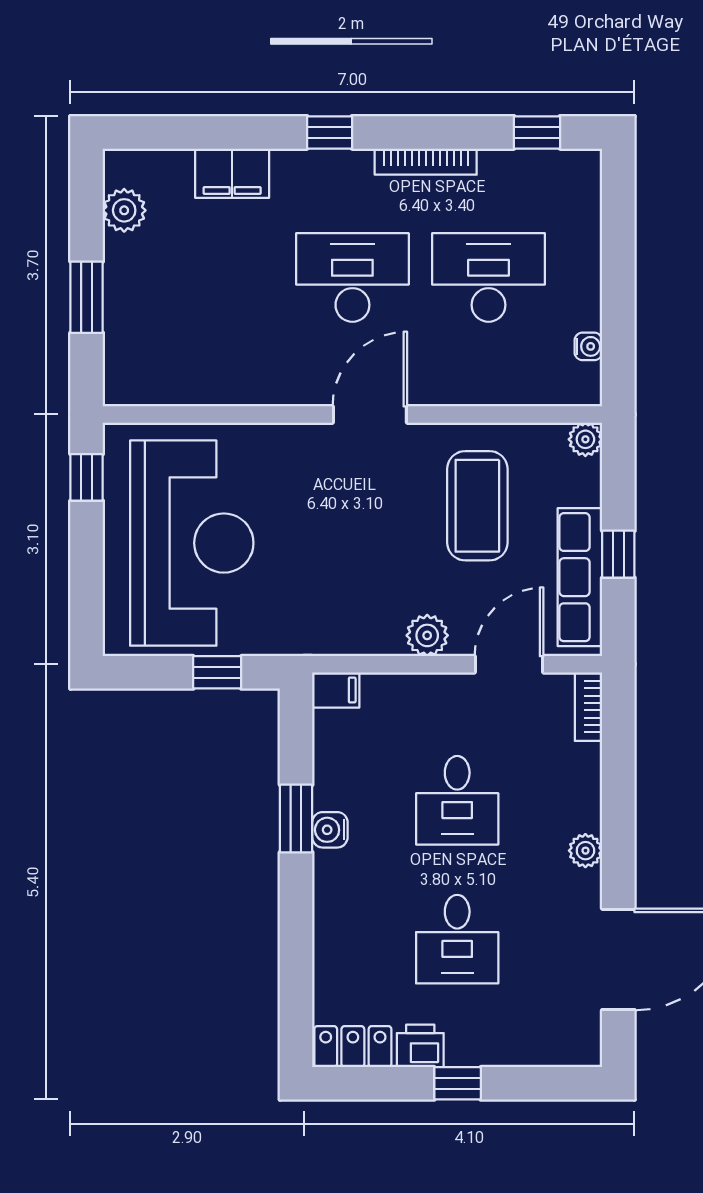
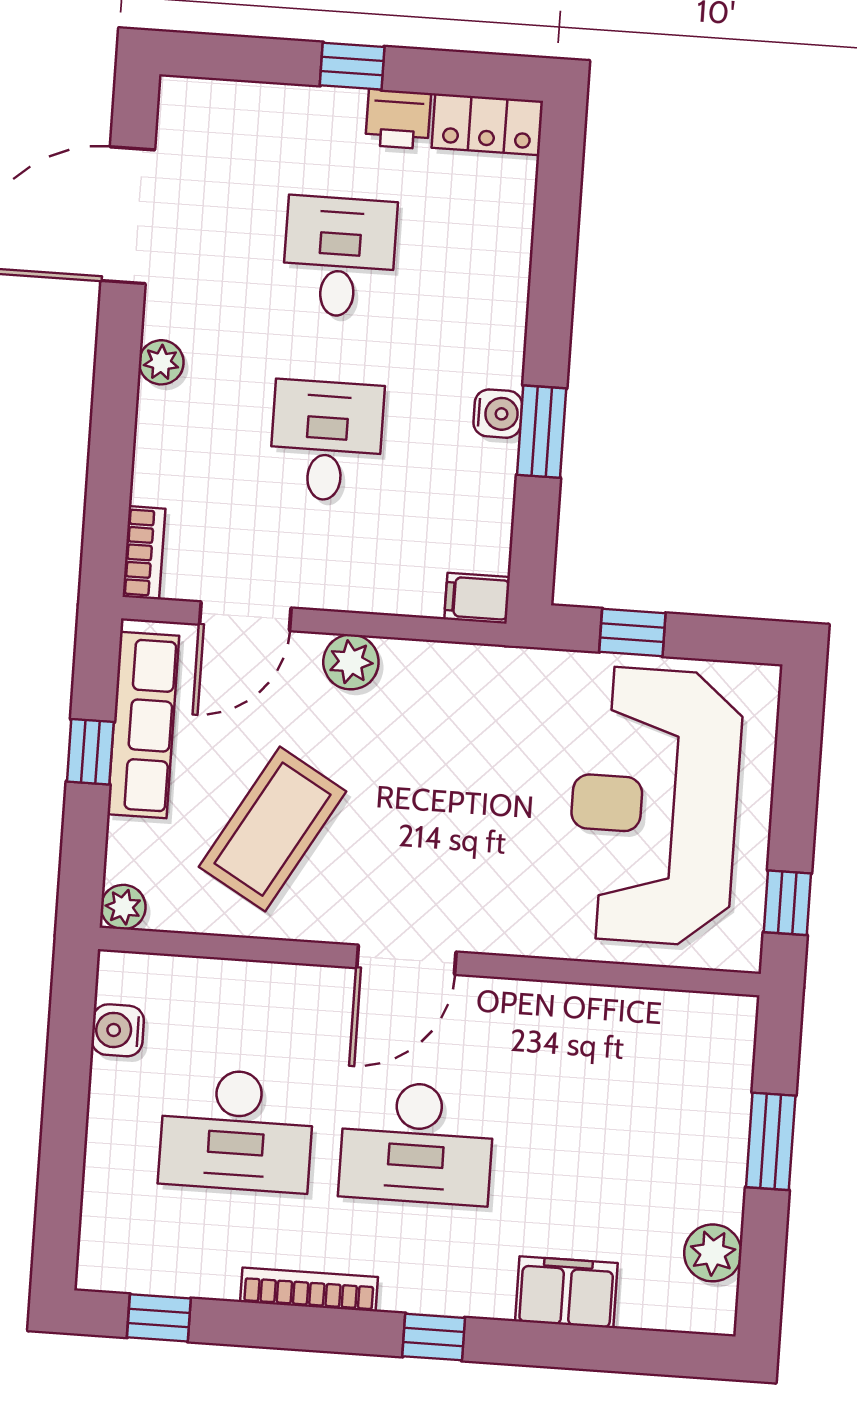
water cooler: (588, 346) -> (118, 1030), width x1.38, depth x1.38
coffee table: (477, 506) -> (272, 829), turned 30

